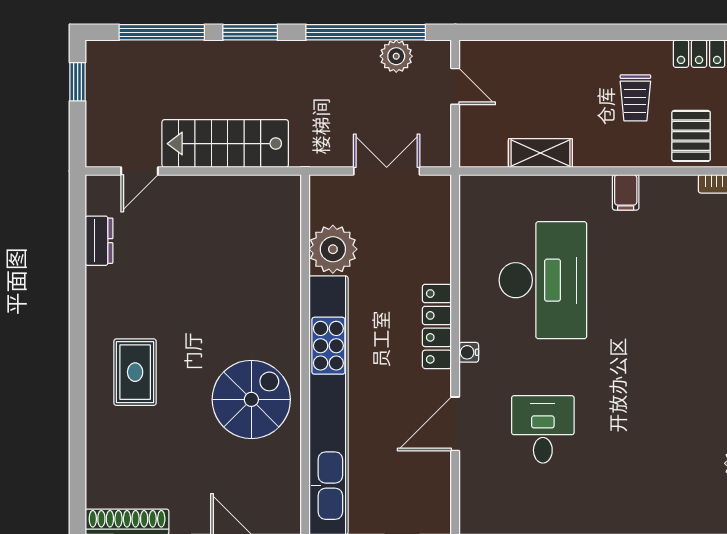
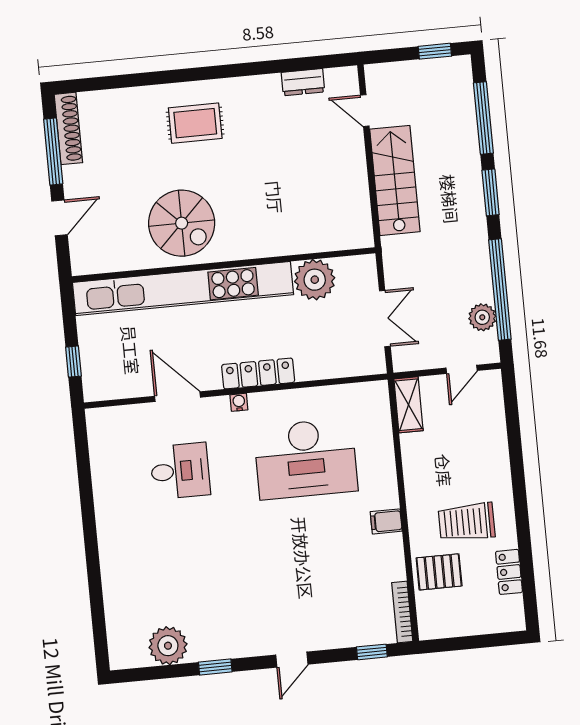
trolley: (635, 98) -> (467, 522), width x1.36, depth x1.39
shelving: (540, 153) -> (409, 405), moved

